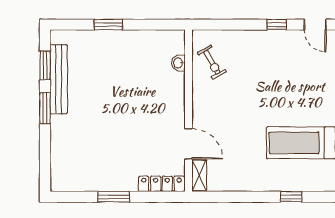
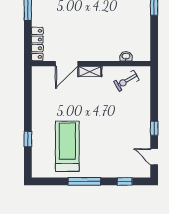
door: (315, 25) -> (154, 157), hinge flipped
shelving: (199, 175) -> (90, 72), moved

